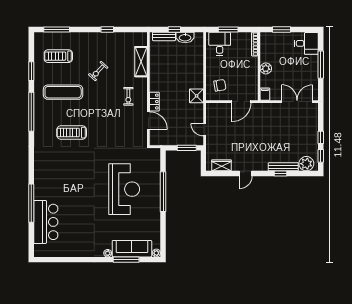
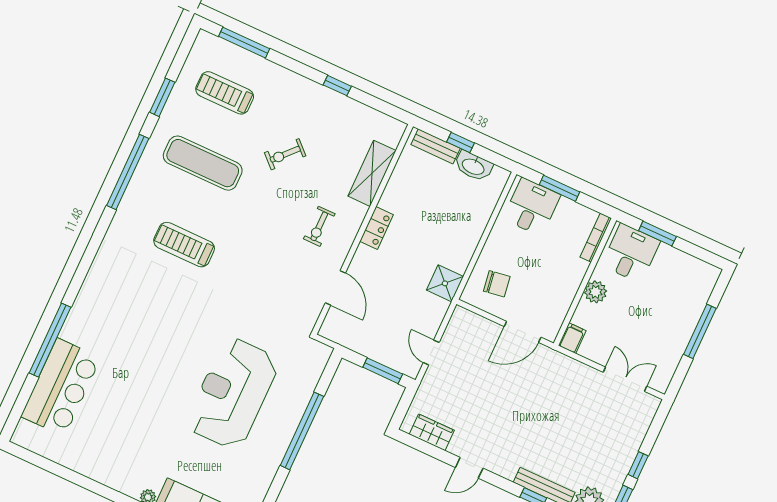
desk: (306, 43) -> (631, 253), moved, turned -90
locker: (154, 102) -> (377, 228), moved
double door: (297, 102) -> (625, 379), width x0.73
reception desk: (124, 189) -> (233, 393), turned 180

